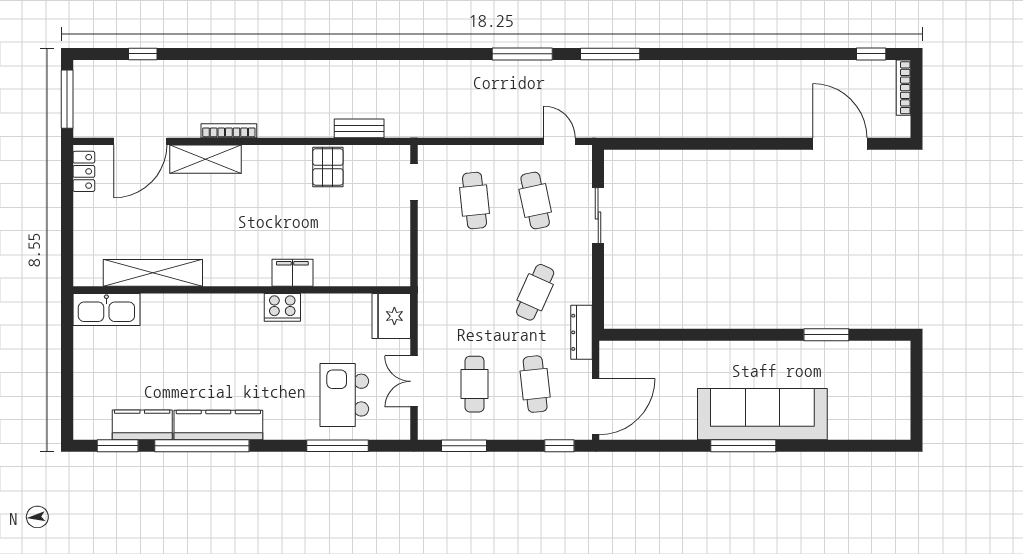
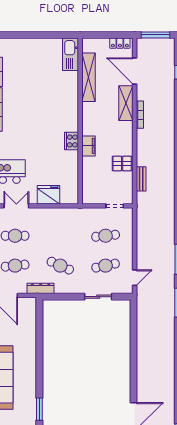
shelving: (153, 273) -> (88, 77), moved
filing cabinet: (292, 273) -> (89, 146), moved
wall: (242, 290) -> (80, 121), moved
cooker: (282, 307) -> (71, 141), moved
kitchen sink: (106, 310) -> (70, 54), moved

